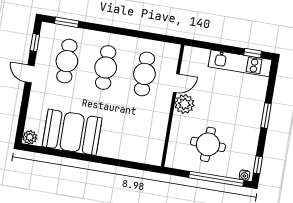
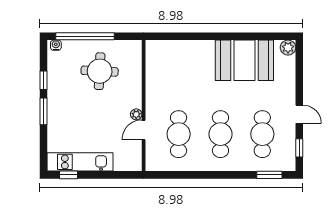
plant: (184, 104) -> (136, 114), width x0.53, depth x0.53
window: (258, 165) -> (44, 80), moved

